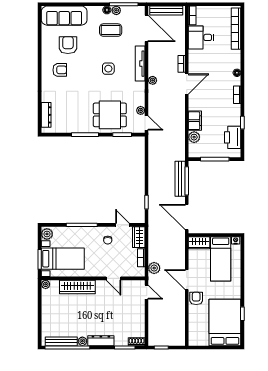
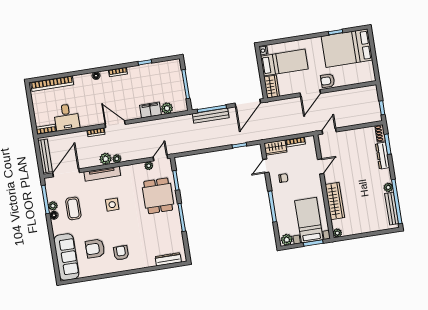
printer: (233, 137) -> (161, 70), removed
plant: (154, 268) -> (106, 159), moved
dresser: (101, 341) -> (383, 156), moved

